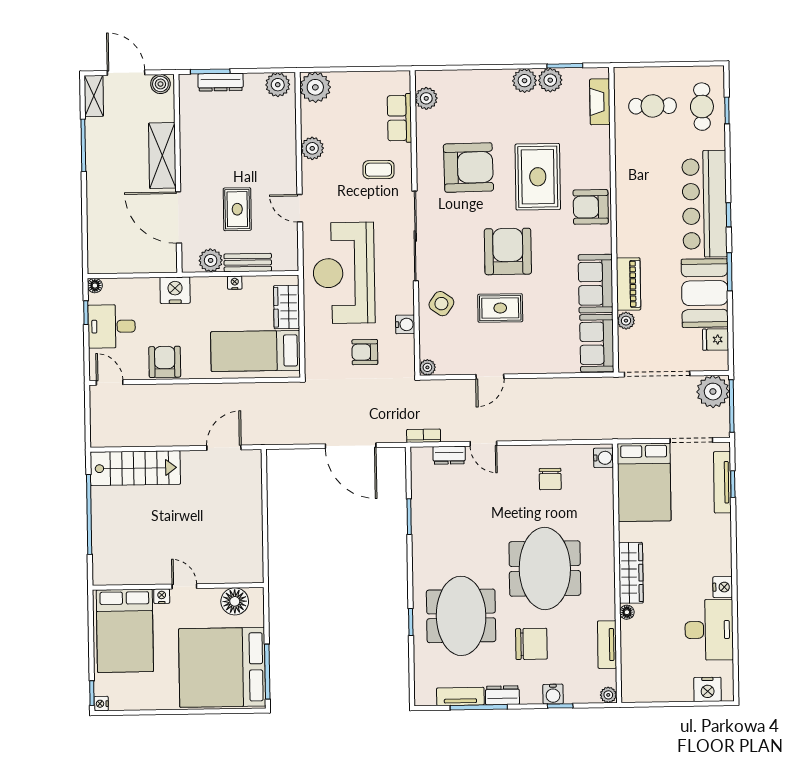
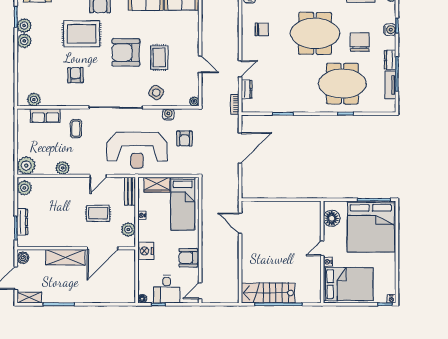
armchair: (468, 168) -> (75, 75), width x0.53, depth x0.53
bench: (248, 263) -> (130, 191), moved
stairs: (135, 468) -> (268, 293), moved, turned -90

